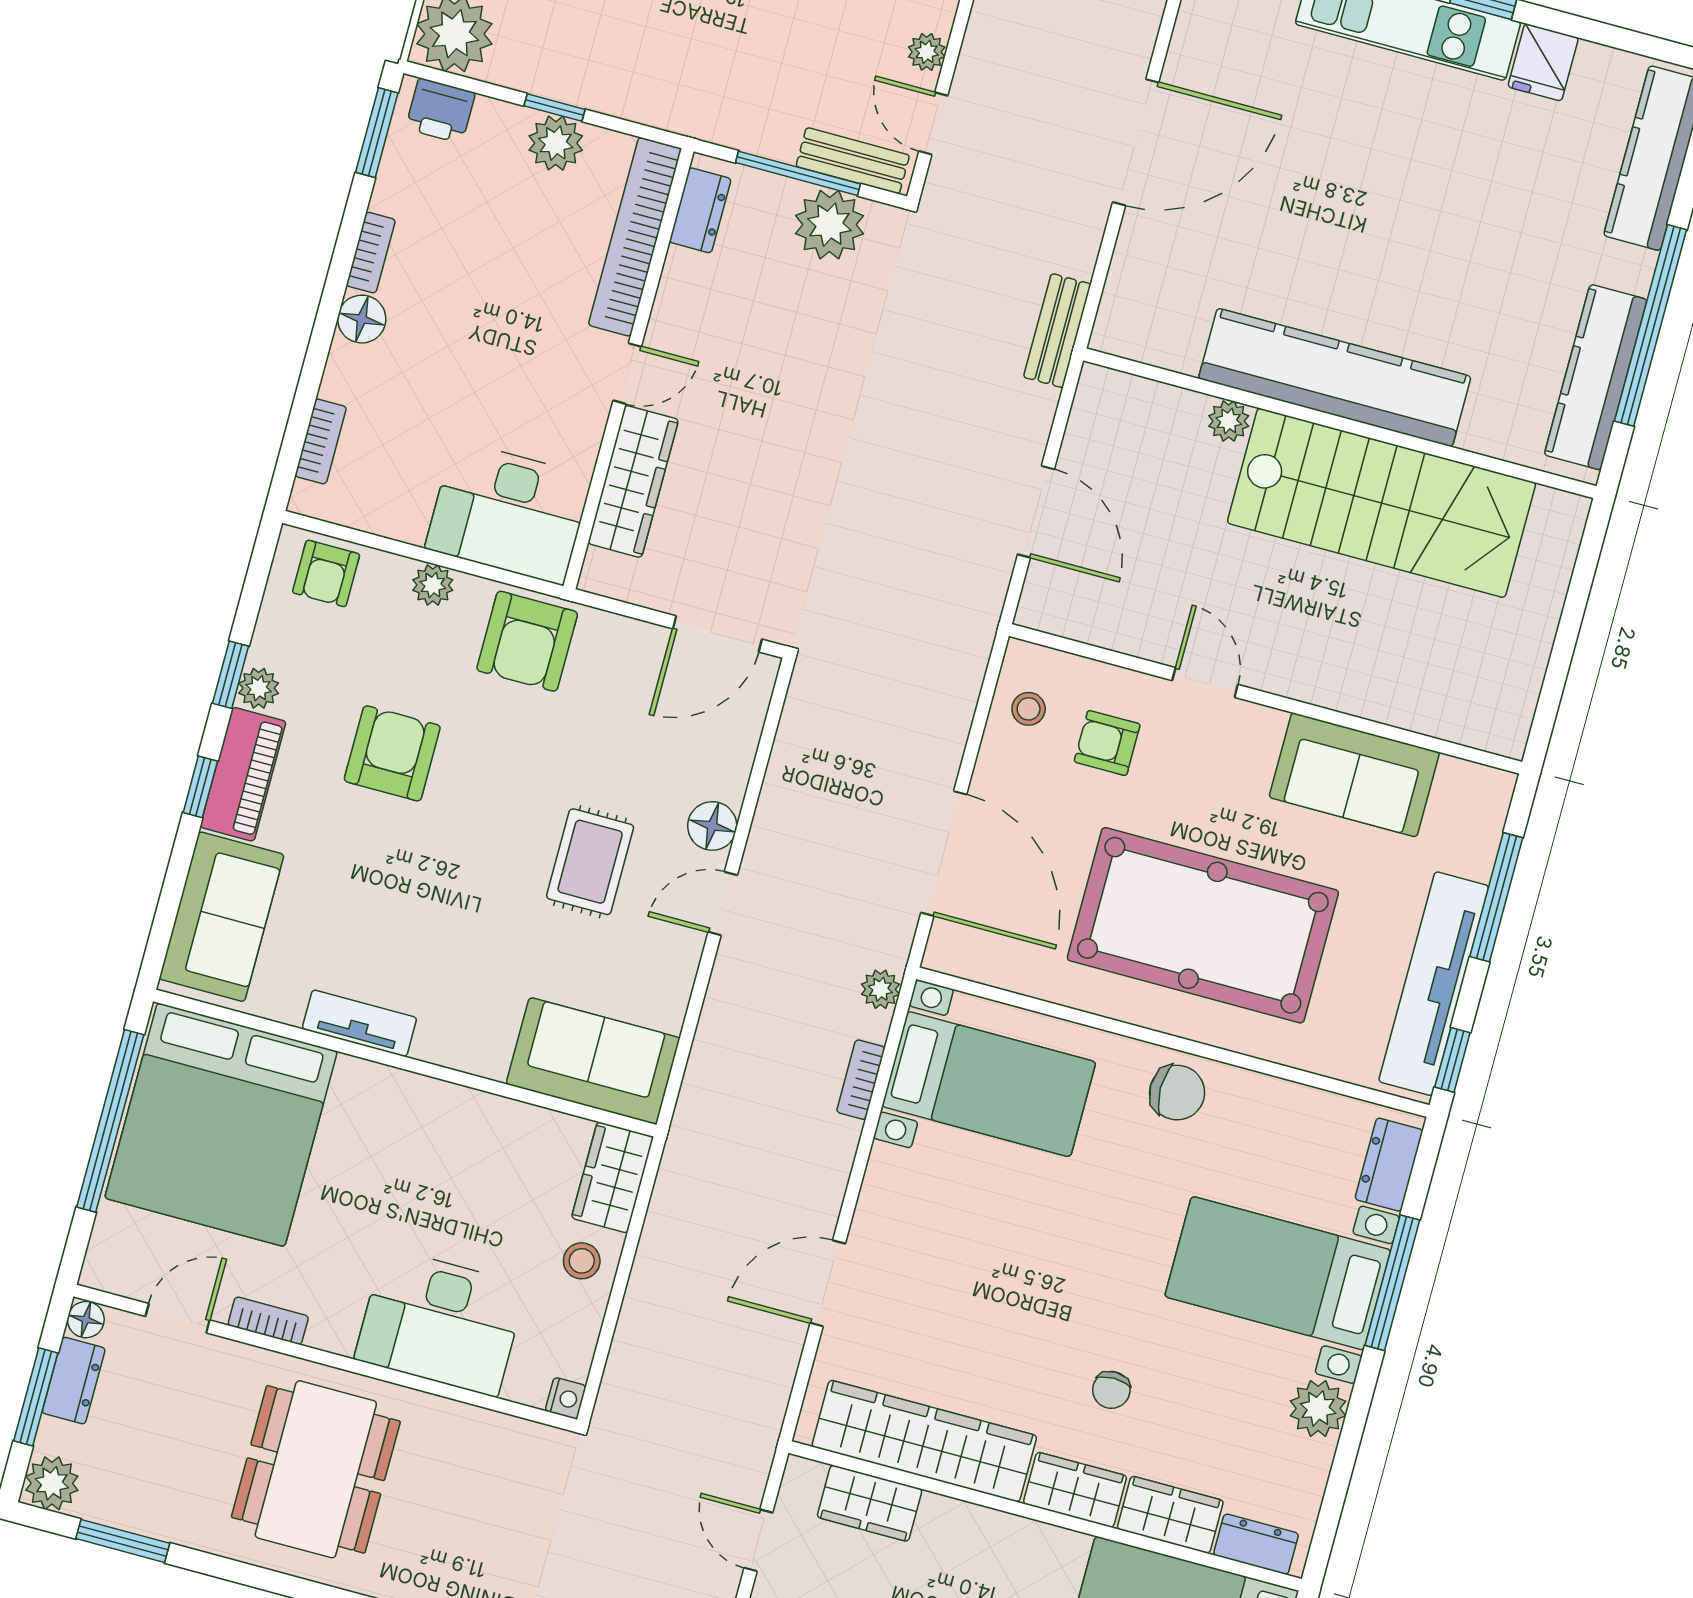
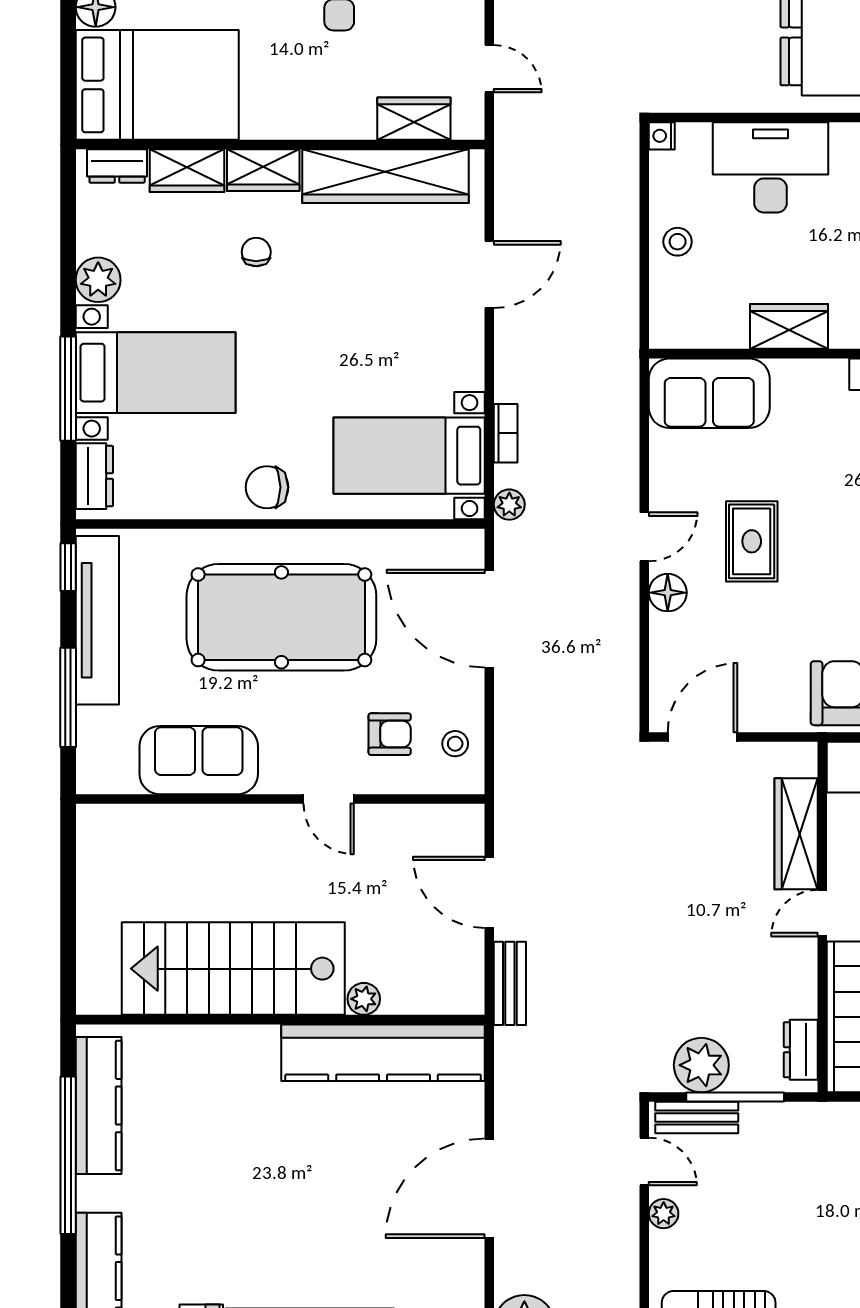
bench: (1057, 331) -> (510, 983), moved
kitchen counter: (1335, 377) -> (383, 1053), moved
wardrobe: (612, 1177) -> (789, 326), moved, turned -90

